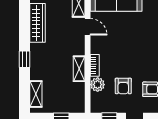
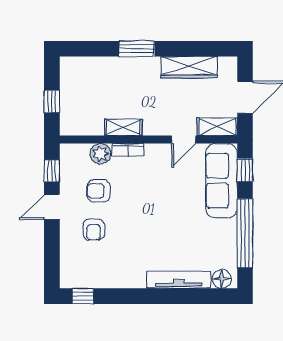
window: (25, 59) -> (137, 49), width x1.50
shelving: (36, 94) -> (87, 65), removed

